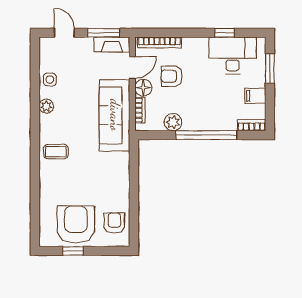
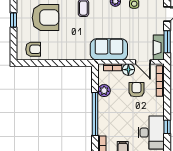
sofa: (115, 115) -> (109, 49), width x0.73
armchair: (76, 224) -> (46, 18), moved

